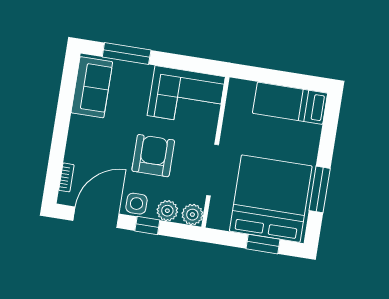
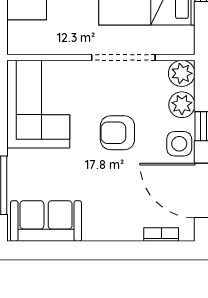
armchair: (153, 156) -> (117, 133), width x0.73, depth x0.73

